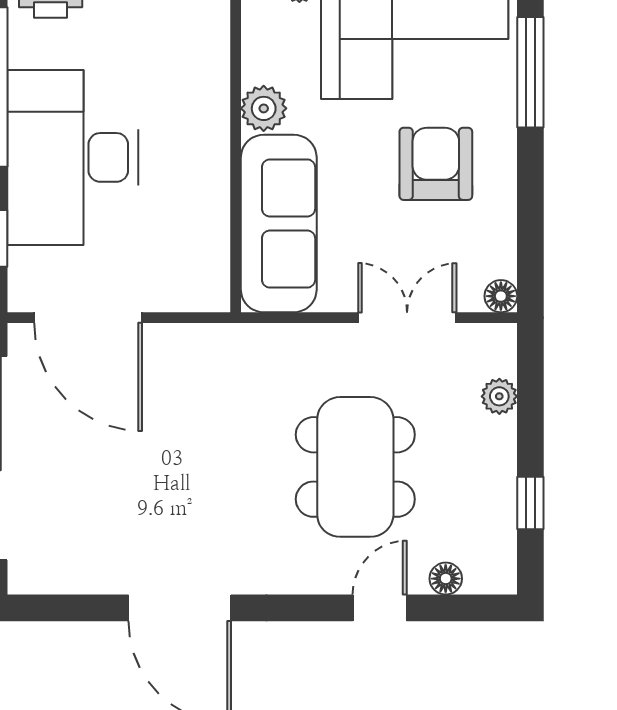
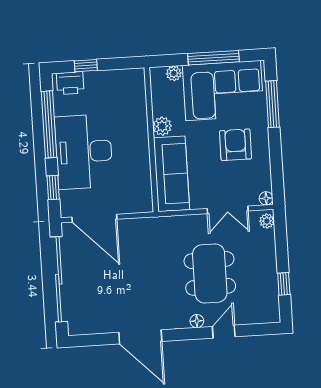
double door: (407, 318) -> (228, 210), swing flipped
plant: (499, 396) -> (267, 221), moved
floor lamp: (446, 579) -> (197, 321), moved

